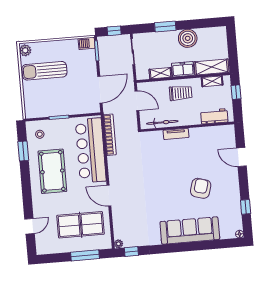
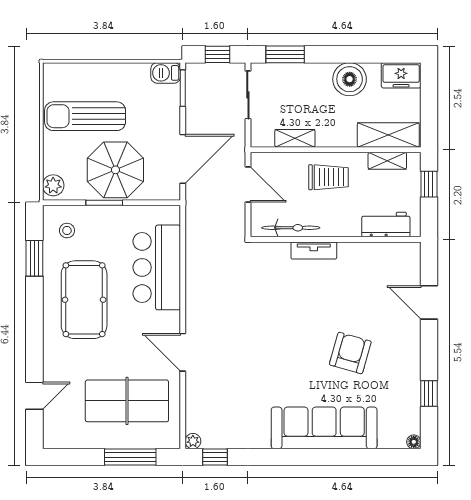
window: (165, 27) -> (285, 54), moved
plant: (25, 50) -> (53, 185), moved
freezer: (183, 69) -> (401, 75), moved, turned 180
parasol: (64, 99) -> (115, 170), added
bookcase: (110, 135) -> (194, 242), removed
bar counter: (91, 150) -> (157, 267), width x0.73

